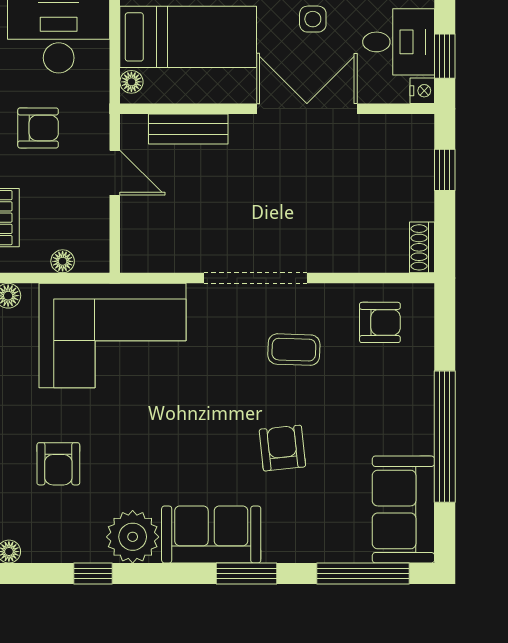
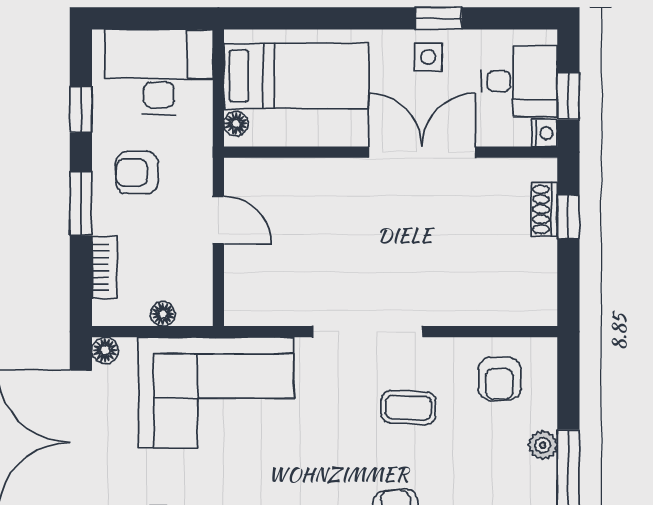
armchair: (38, 128) -> (137, 172), turned 180
bench: (188, 129) -> (296, 174), removed
shoe rack: (422, 247) -> (544, 209), moved
armchair: (380, 322) -> (499, 379), turned 90
plant: (421, 385) -> (543, 445), added

